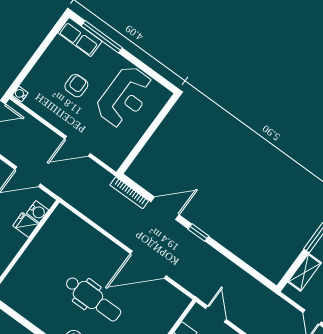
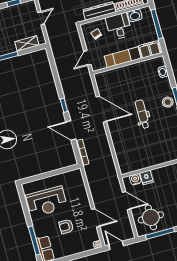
reception desk: (125, 97) -> (47, 202), turned 180
door: (77, 146) -> (96, 218), moved
dental chair: (93, 299) -> (142, 114), width x0.73, depth x0.72

